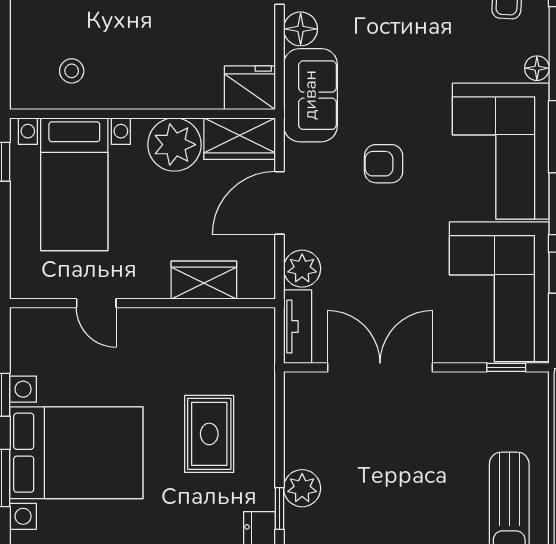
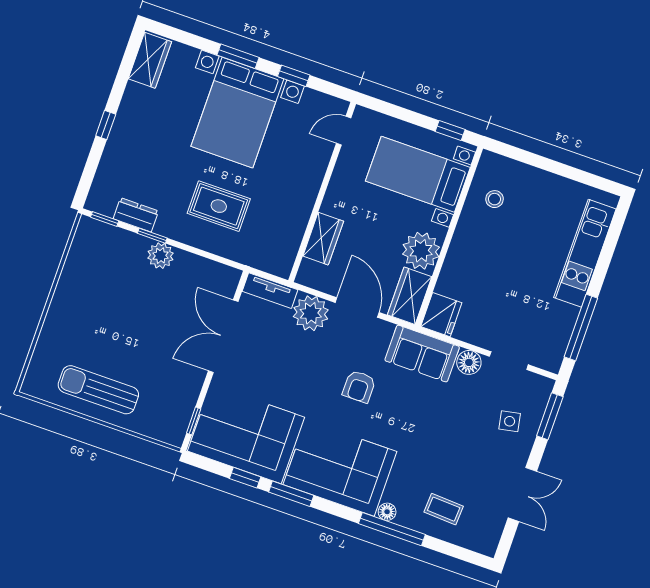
armchair: (384, 164) -> (359, 386), turned 180
plant: (302, 269) -> (311, 313), width x1.36, depth x1.36
door: (96, 303) -> (344, 131), moved
double door: (380, 367) -> (223, 336), swing flipped

